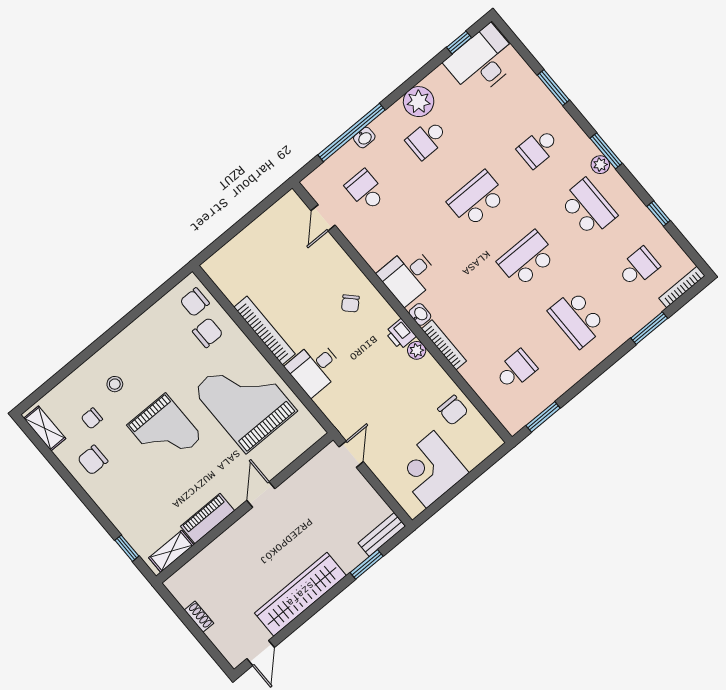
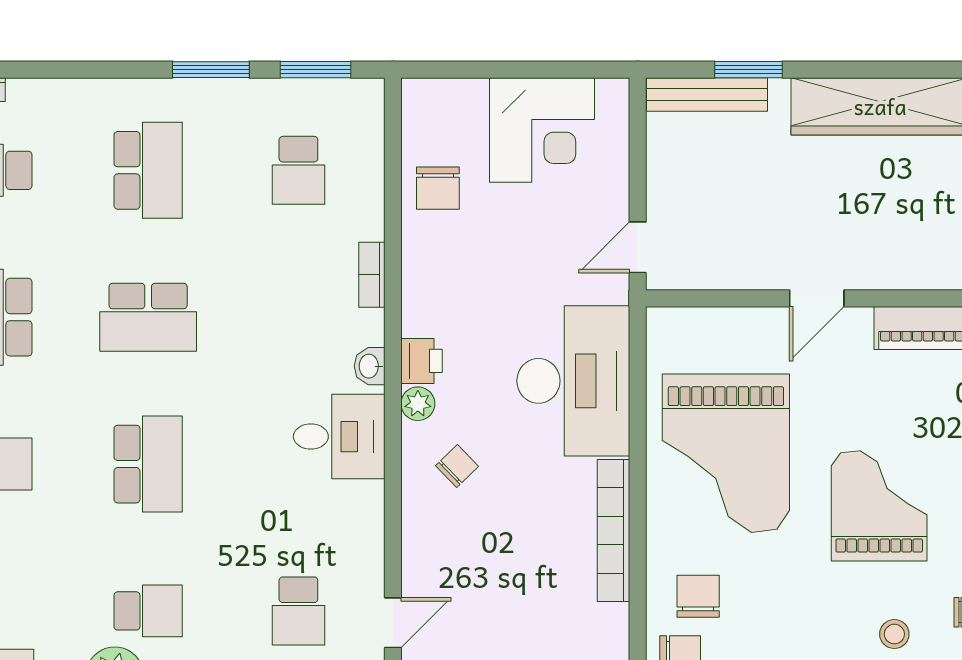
school desk: (477, 199) -> (148, 464), turned -90
window: (649, 328) -> (211, 70), moved
chair: (208, 333) -> (698, 596), turned 90
bookcase: (444, 345) -> (372, 275), width x0.64
plant: (417, 350) -> (418, 404), moved
desk: (315, 368) -> (573, 381), width x1.87, depth x1.30
school desk: (516, 370) -> (298, 170), turned -90
chair: (453, 410) -> (438, 188), turned 180
bench: (382, 535) -> (707, 95), width x1.36

